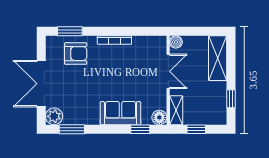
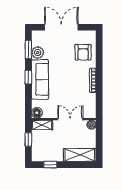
window: (70, 31) -> (99, 48), removed
double door: (168, 71) -> (70, 119), swing flipped
sofa: (121, 113) -> (40, 79), width x1.36
plant: (54, 116) -> (38, 53), moved
window: (140, 129) -> (28, 77), moved

